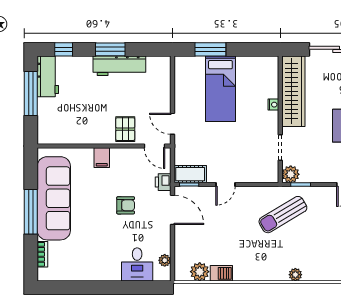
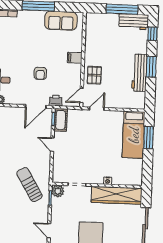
bed: (220, 89) -> (134, 135), moved, turned -90
pallet: (125, 129) -> (94, 75), turned 90
sofa: (54, 198) -> (61, 21), width x0.54, depth x0.79

